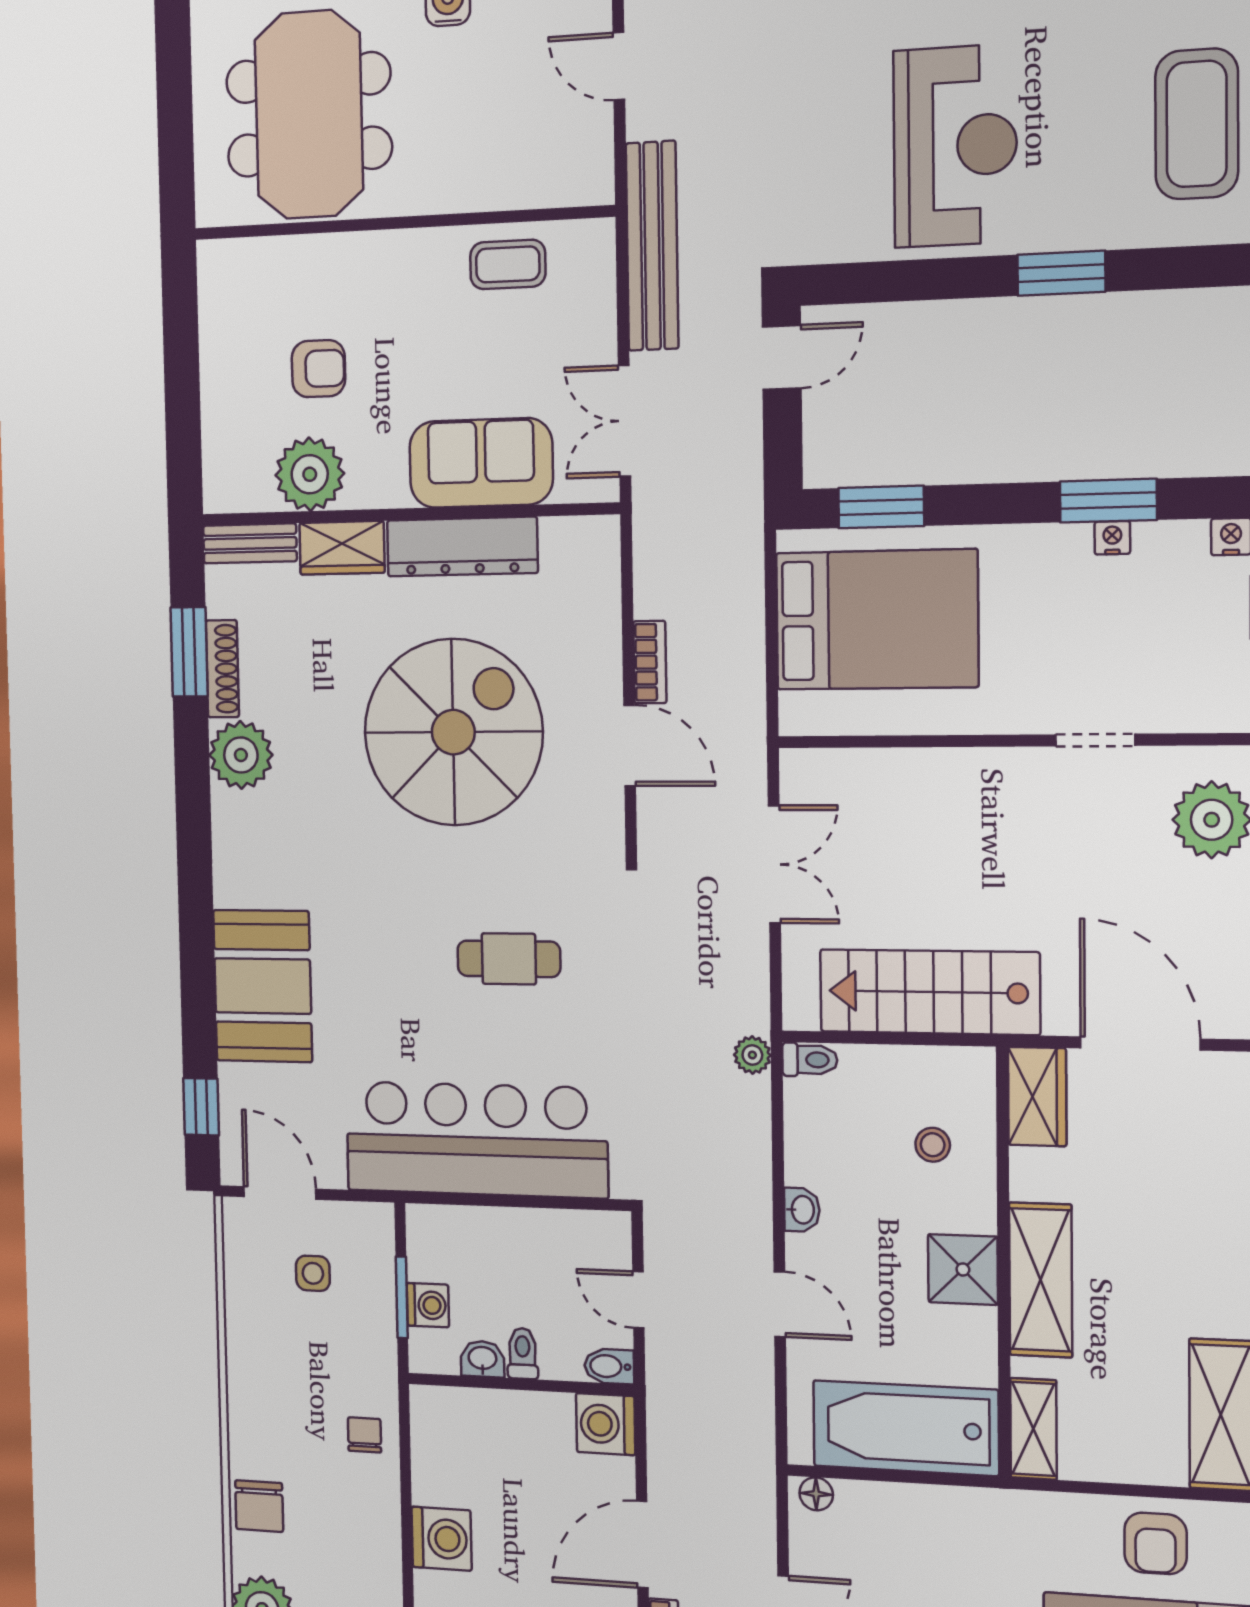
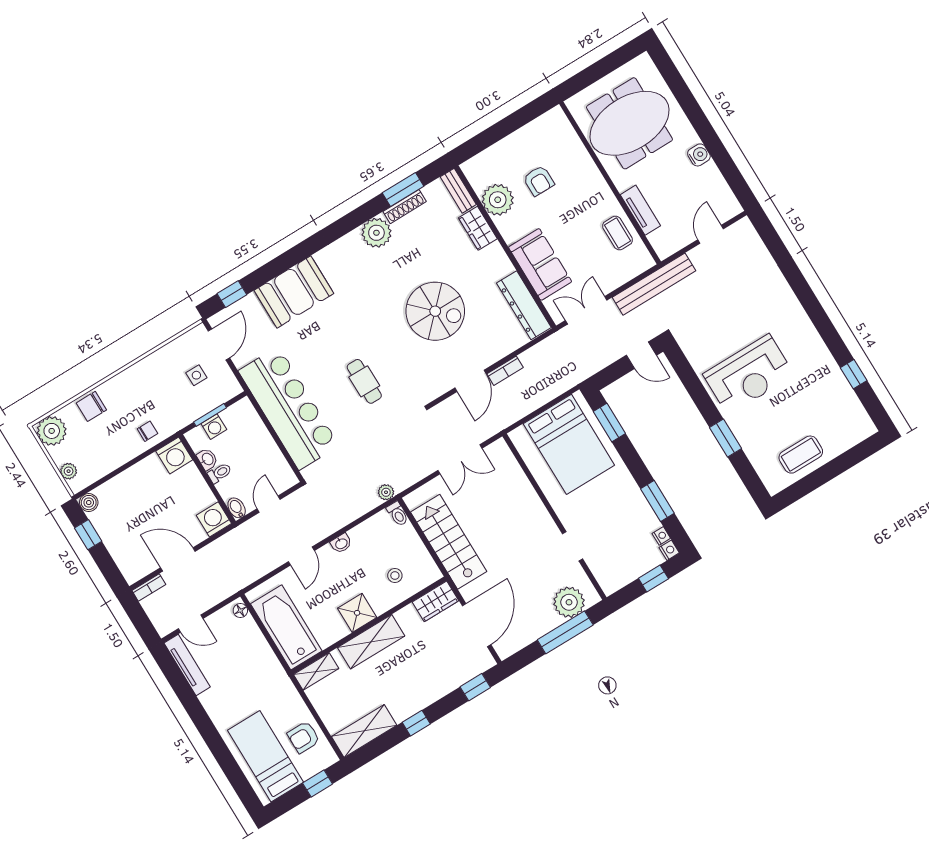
coffee table: (1197, 124) -> (801, 455), width x0.73, depth x0.76
tv unit: (489, 190) -> (640, 210), added
nightstand: (1112, 538) -> (661, 536), moved
dresser: (462, 547) -> (524, 305), moved
spiral stairs: (453, 732) -> (435, 311), width x0.73, depth x0.73
washing machine: (442, 1539) -> (174, 455), moved

